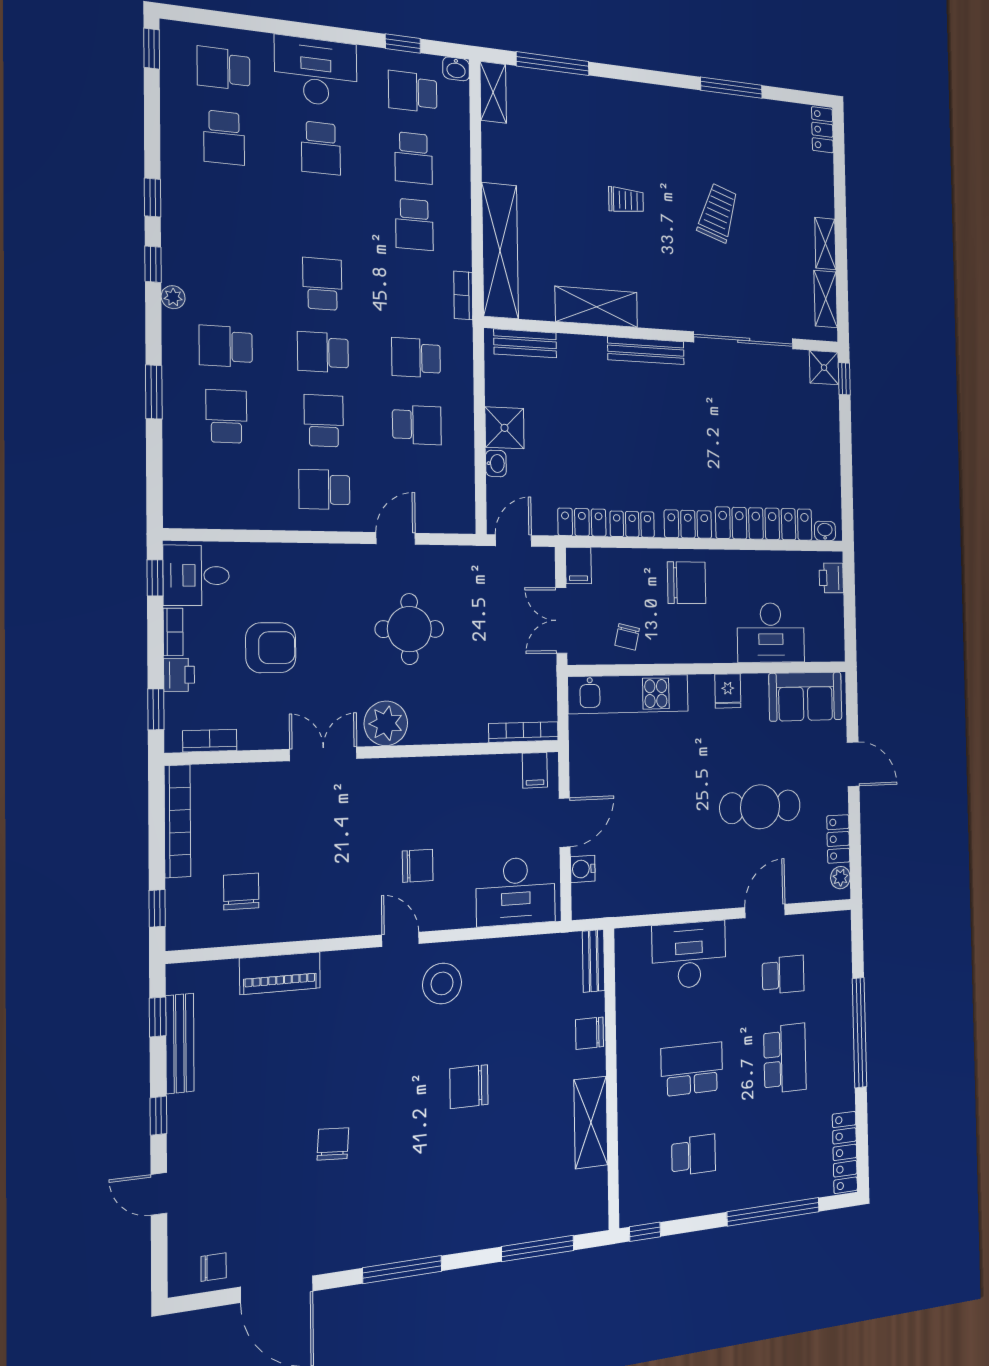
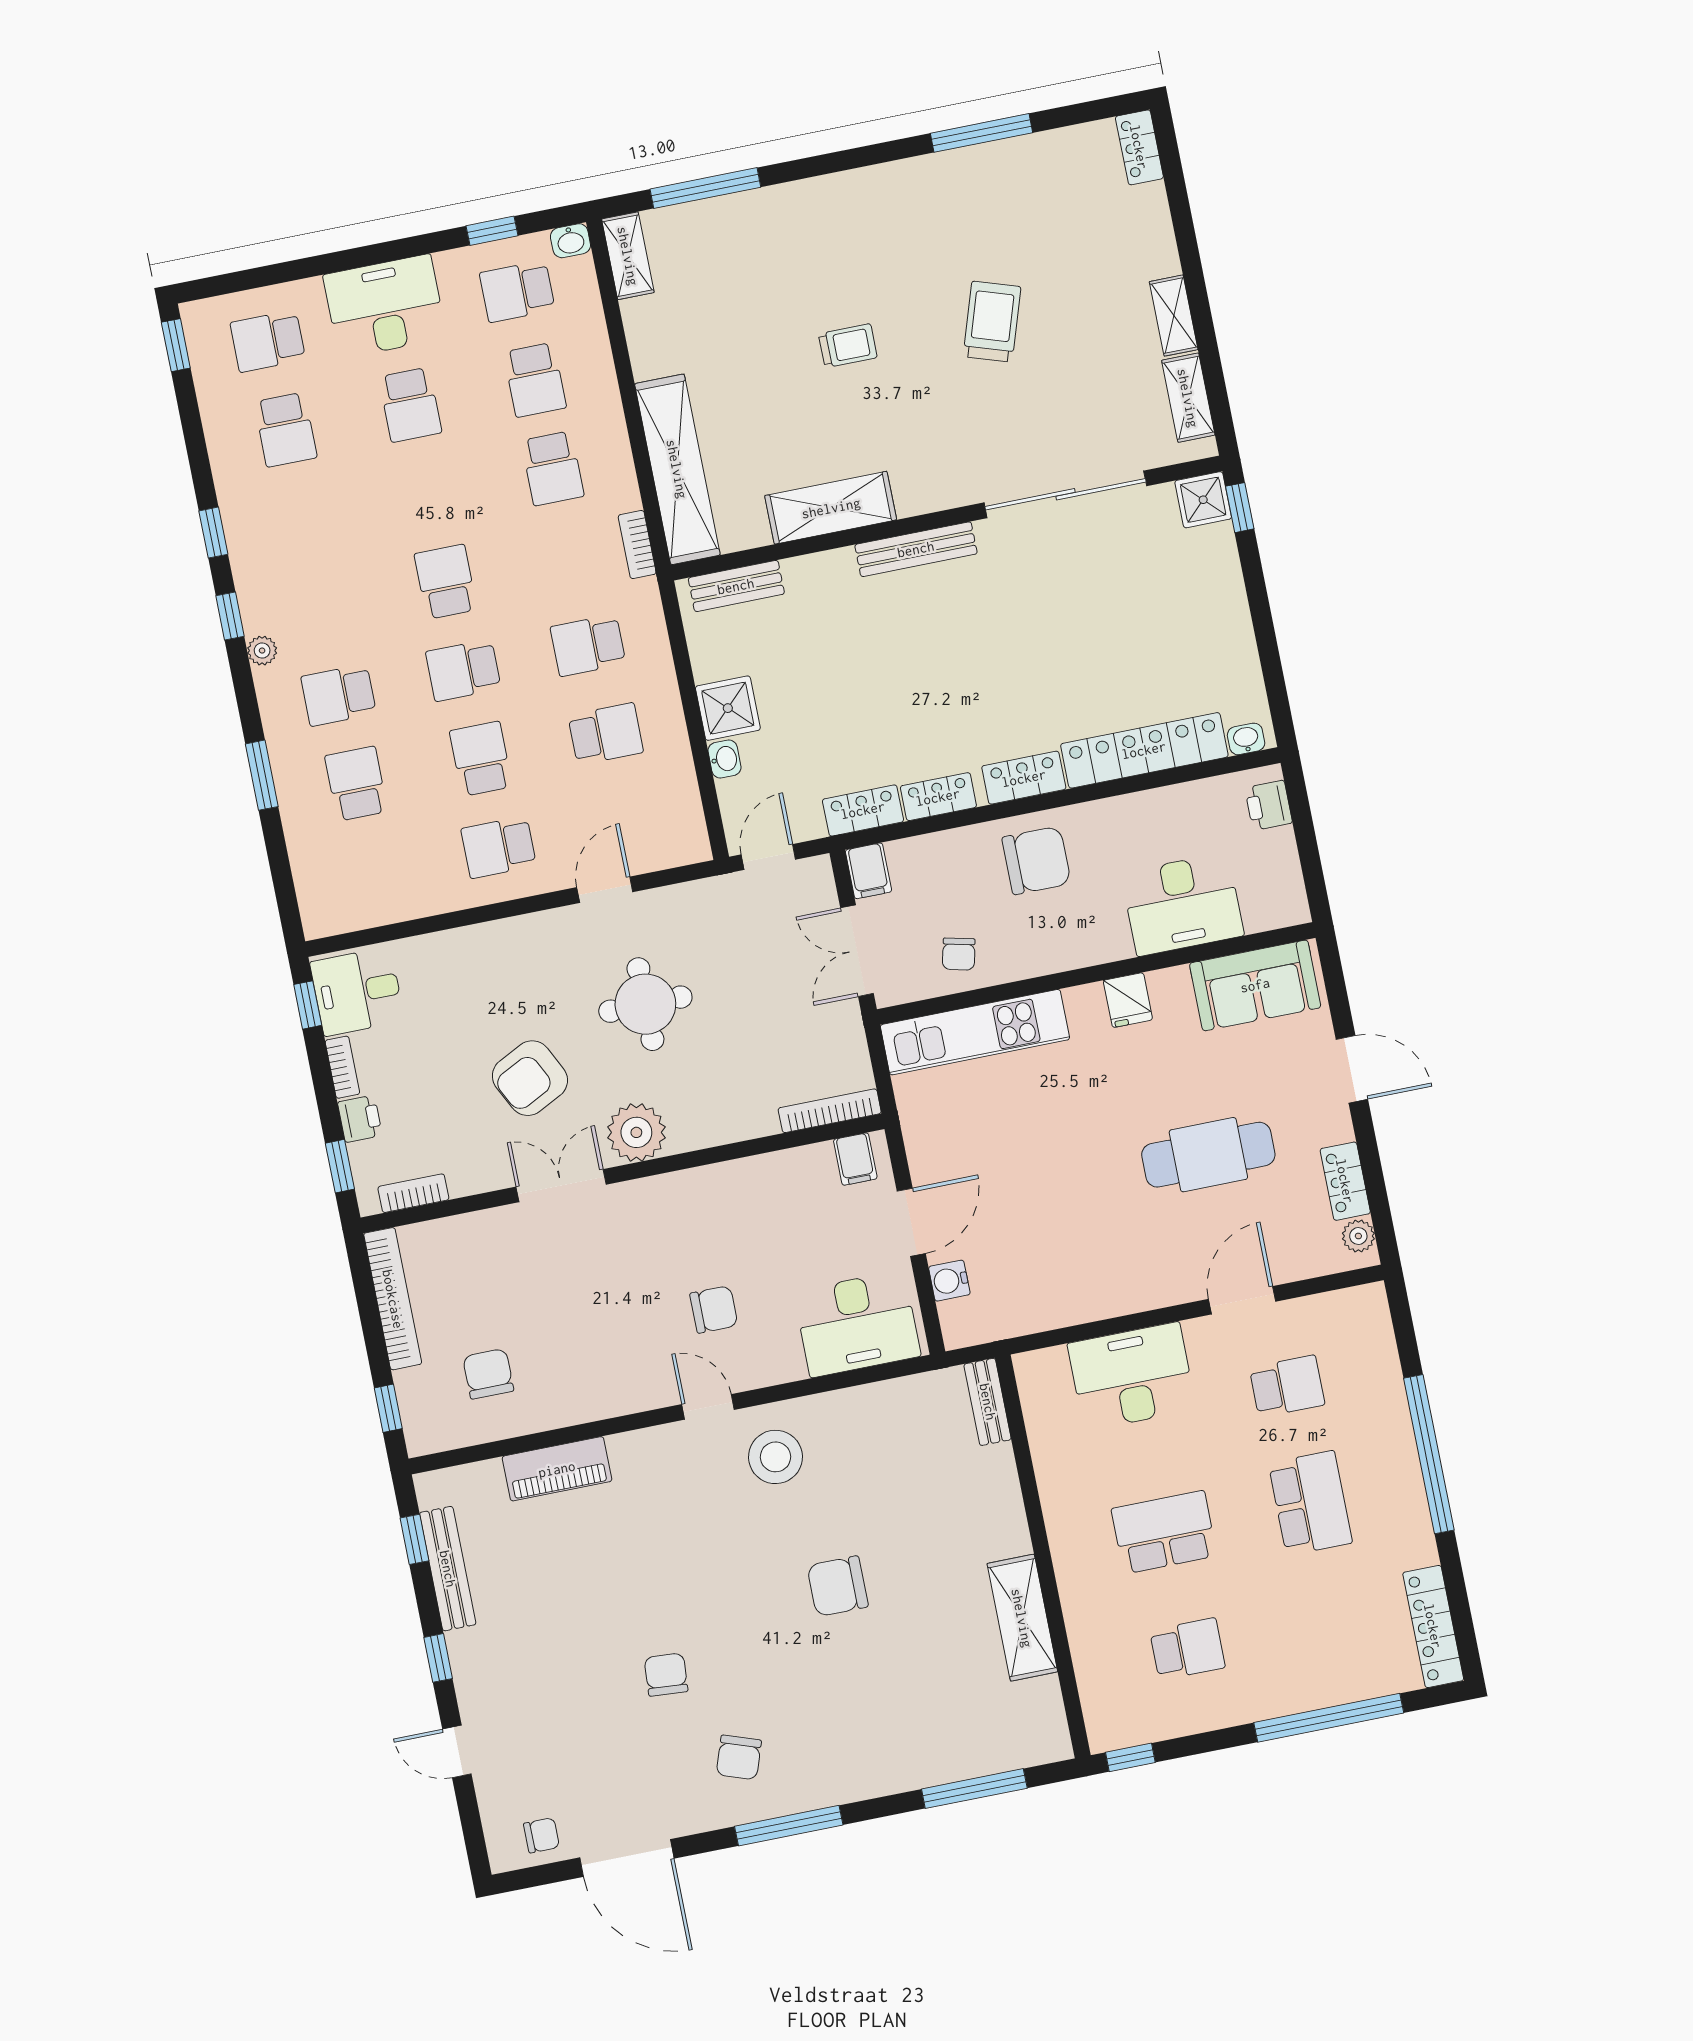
armchair: (271, 648) -> (530, 1078), moved, turned 153
chair: (590, 1033) -> (739, 1757), moved, turned -71

